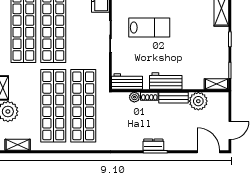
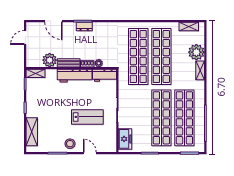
lab bench: (149, 27) -> (87, 117), turned 180
workbench: (166, 81) -> (75, 76), width x1.38
door: (208, 152) -> (53, 21), moved

